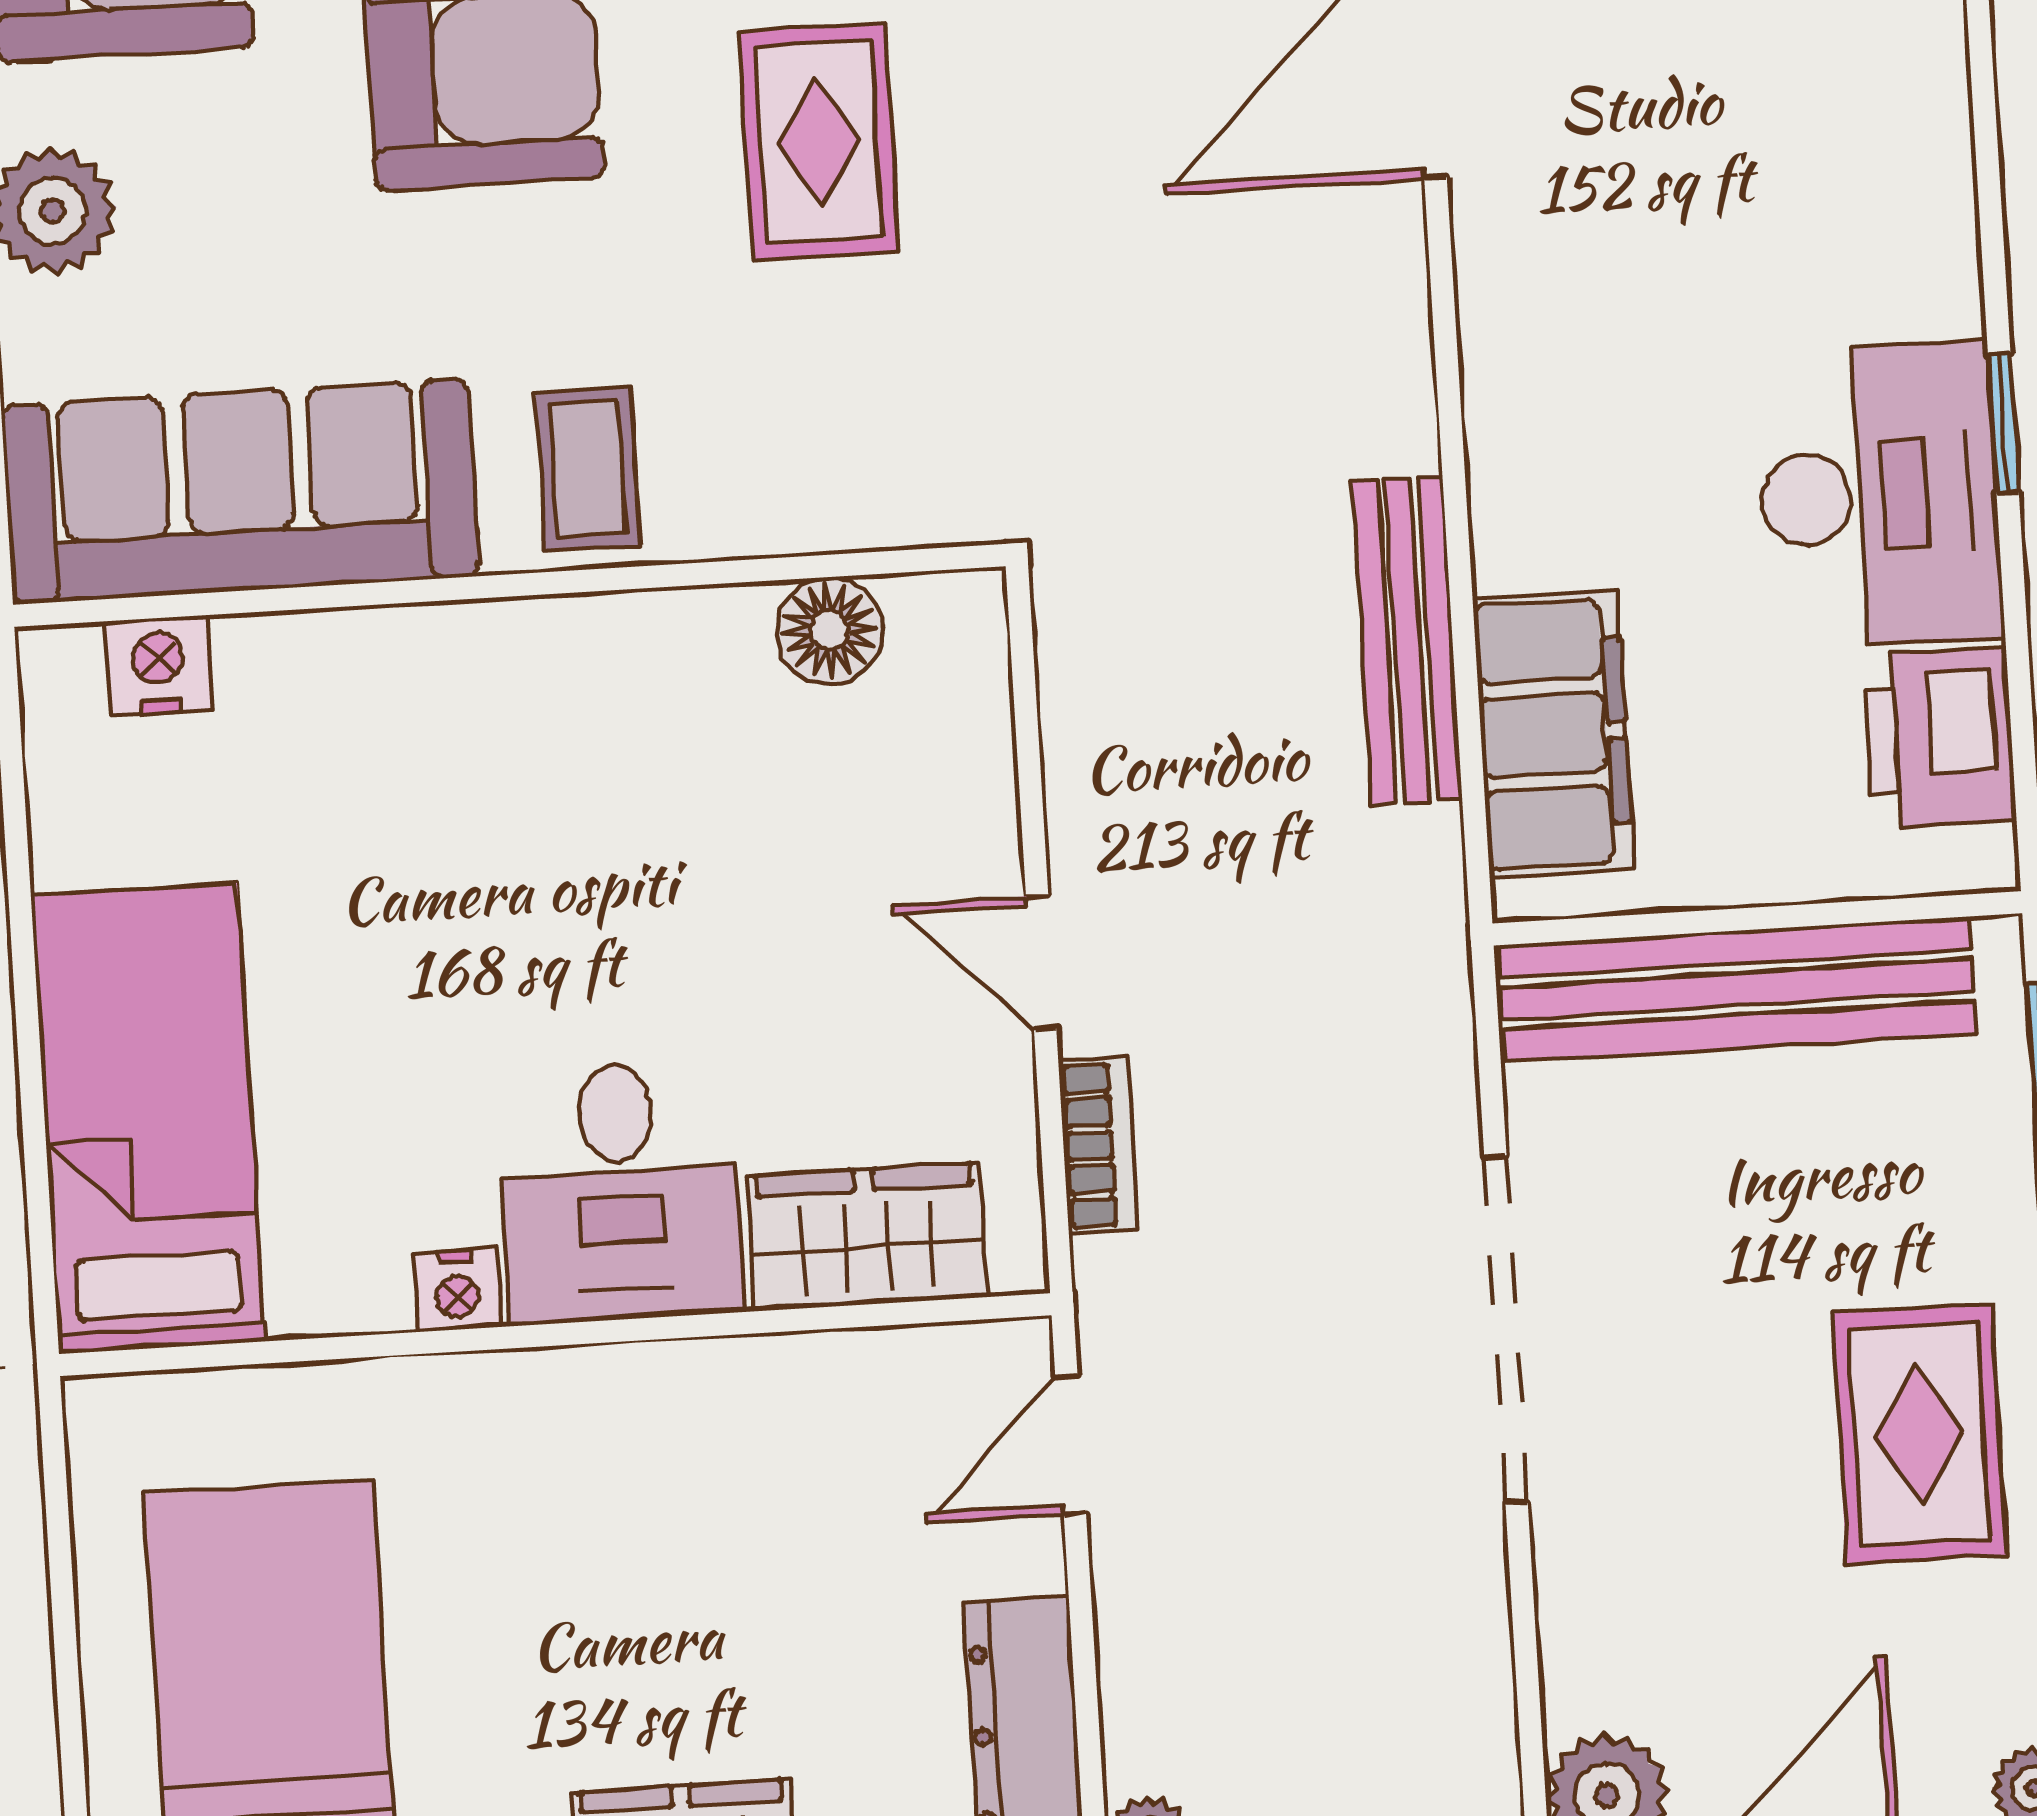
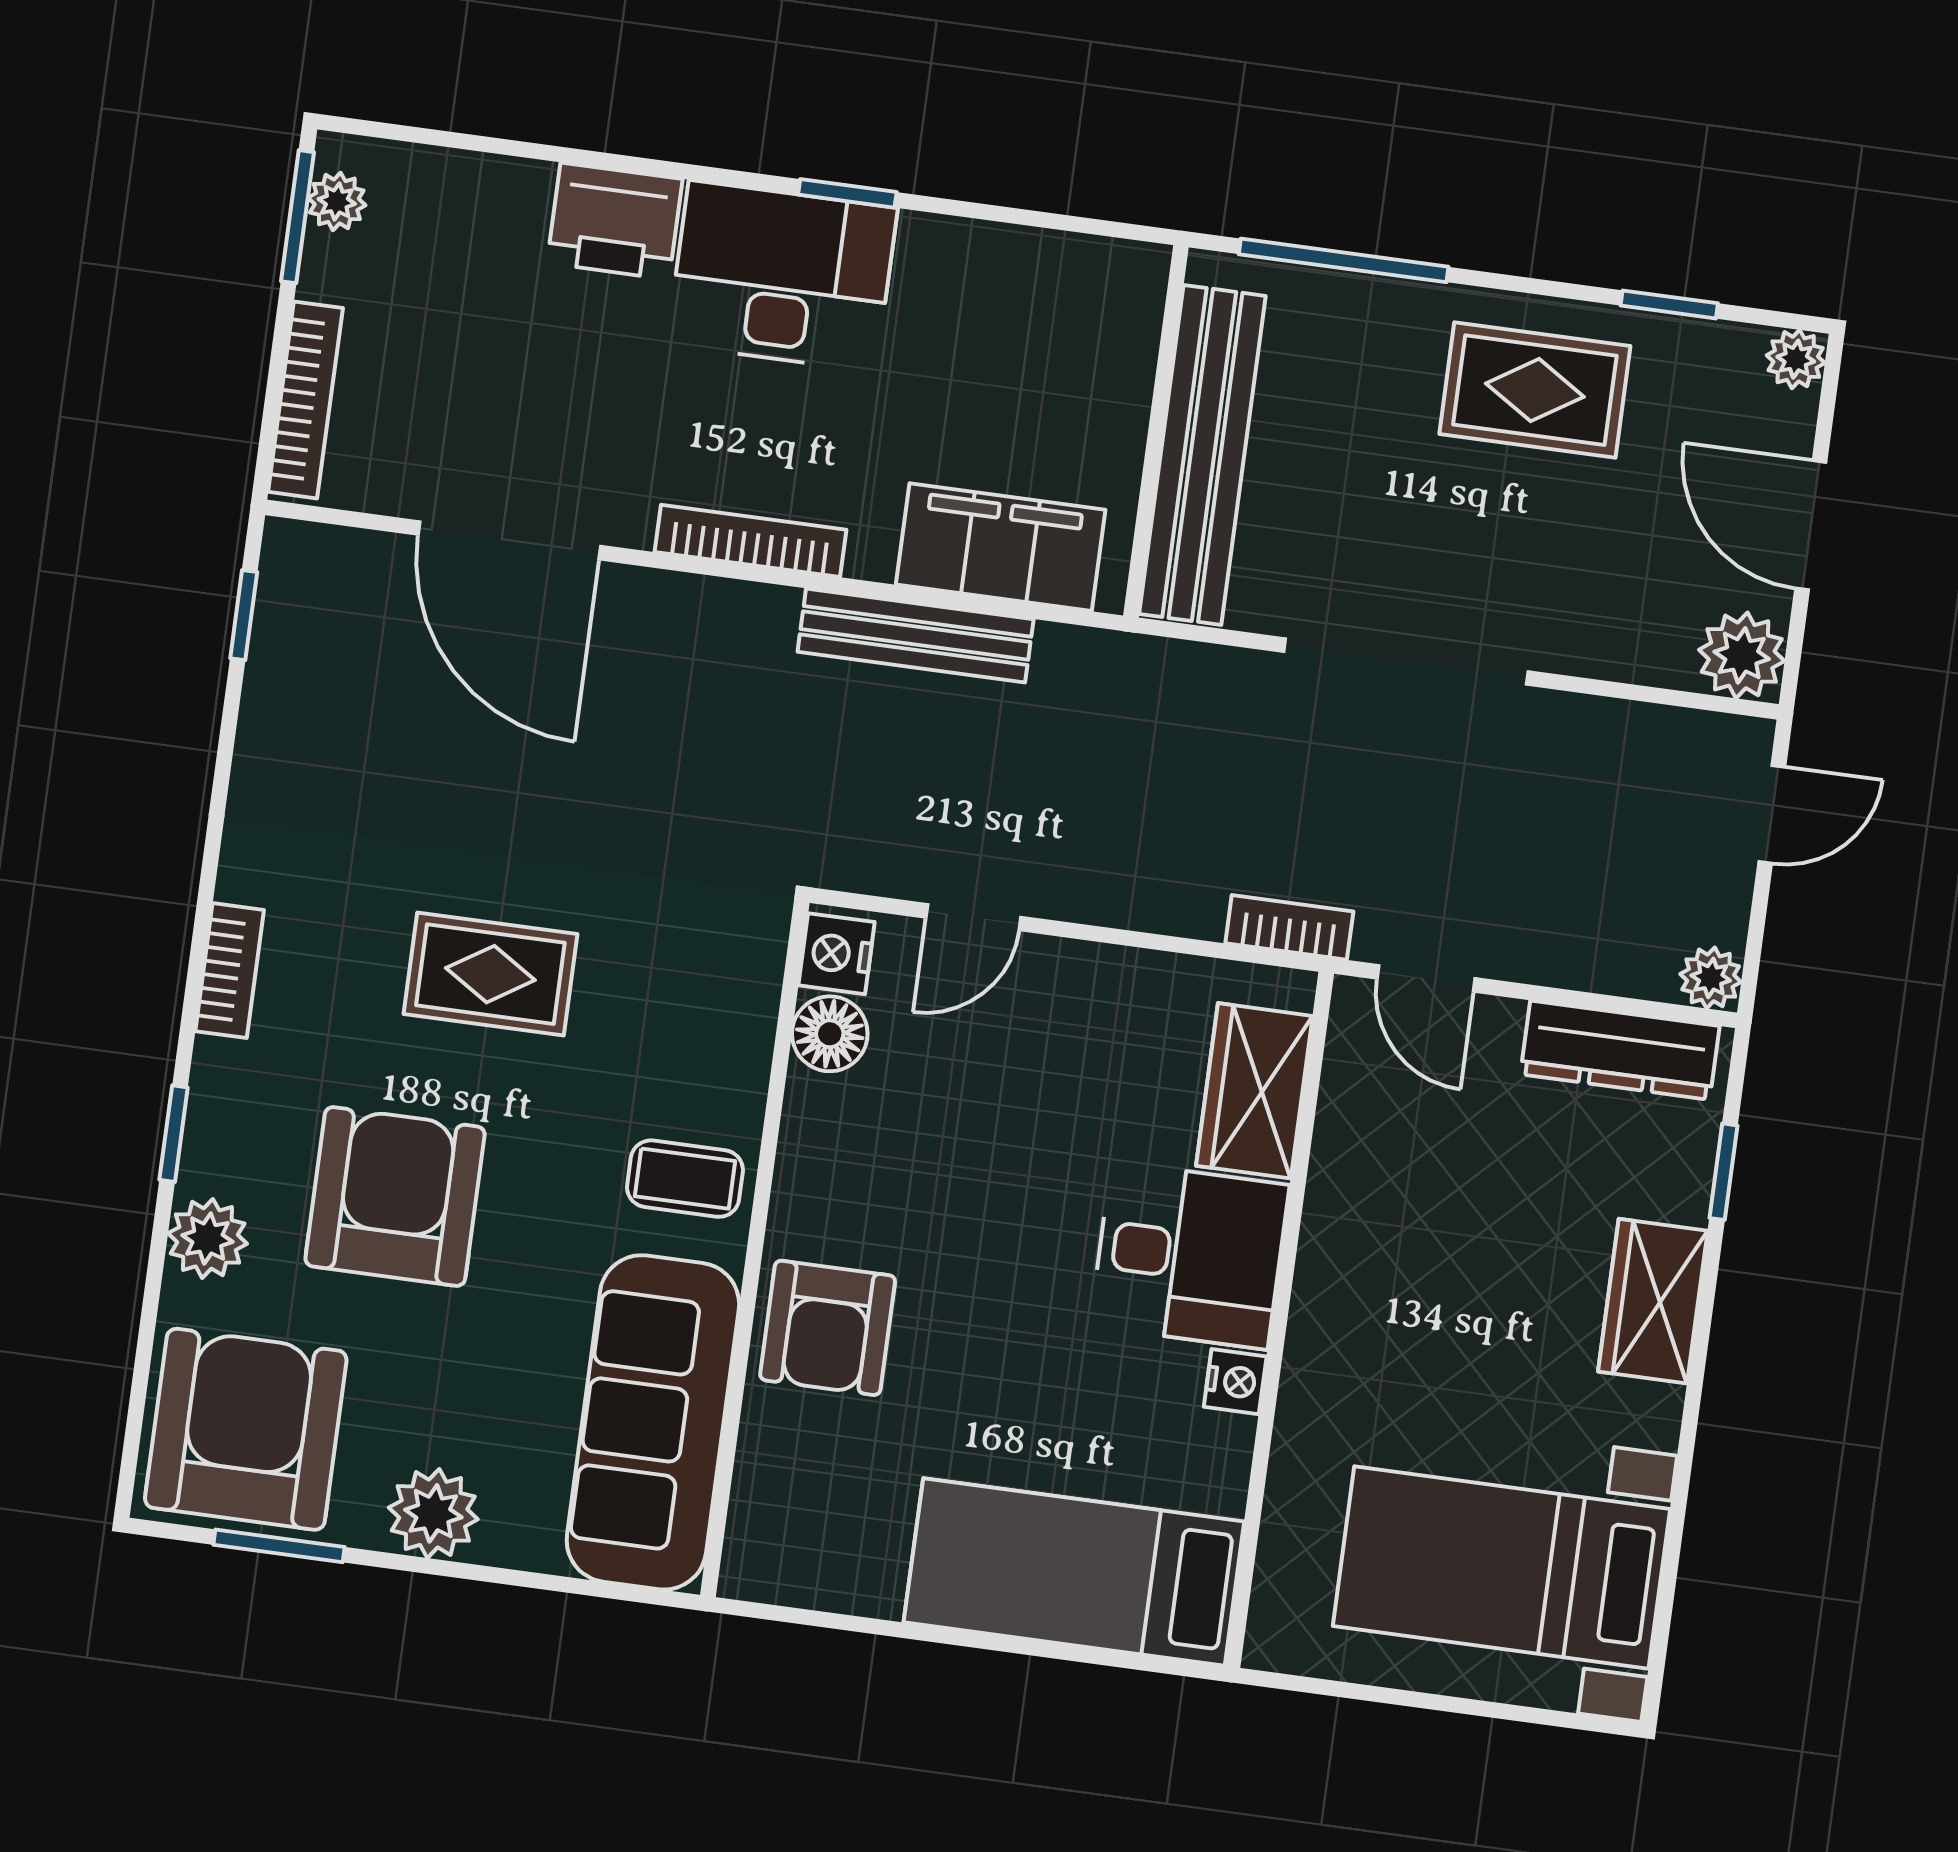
bookcase: (1493, 384) -> (751, 541), added
desk: (1879, 495) -> (782, 276), moved
nightstand: (158, 666) -> (836, 954), moved
armchair: (420, 708) -> (828, 1328), added
printer: (1939, 738) -> (615, 221), moved
door: (1041, 962) -> (973, 917), moved
bookcase: (1098, 1145) -> (1289, 927), moved

